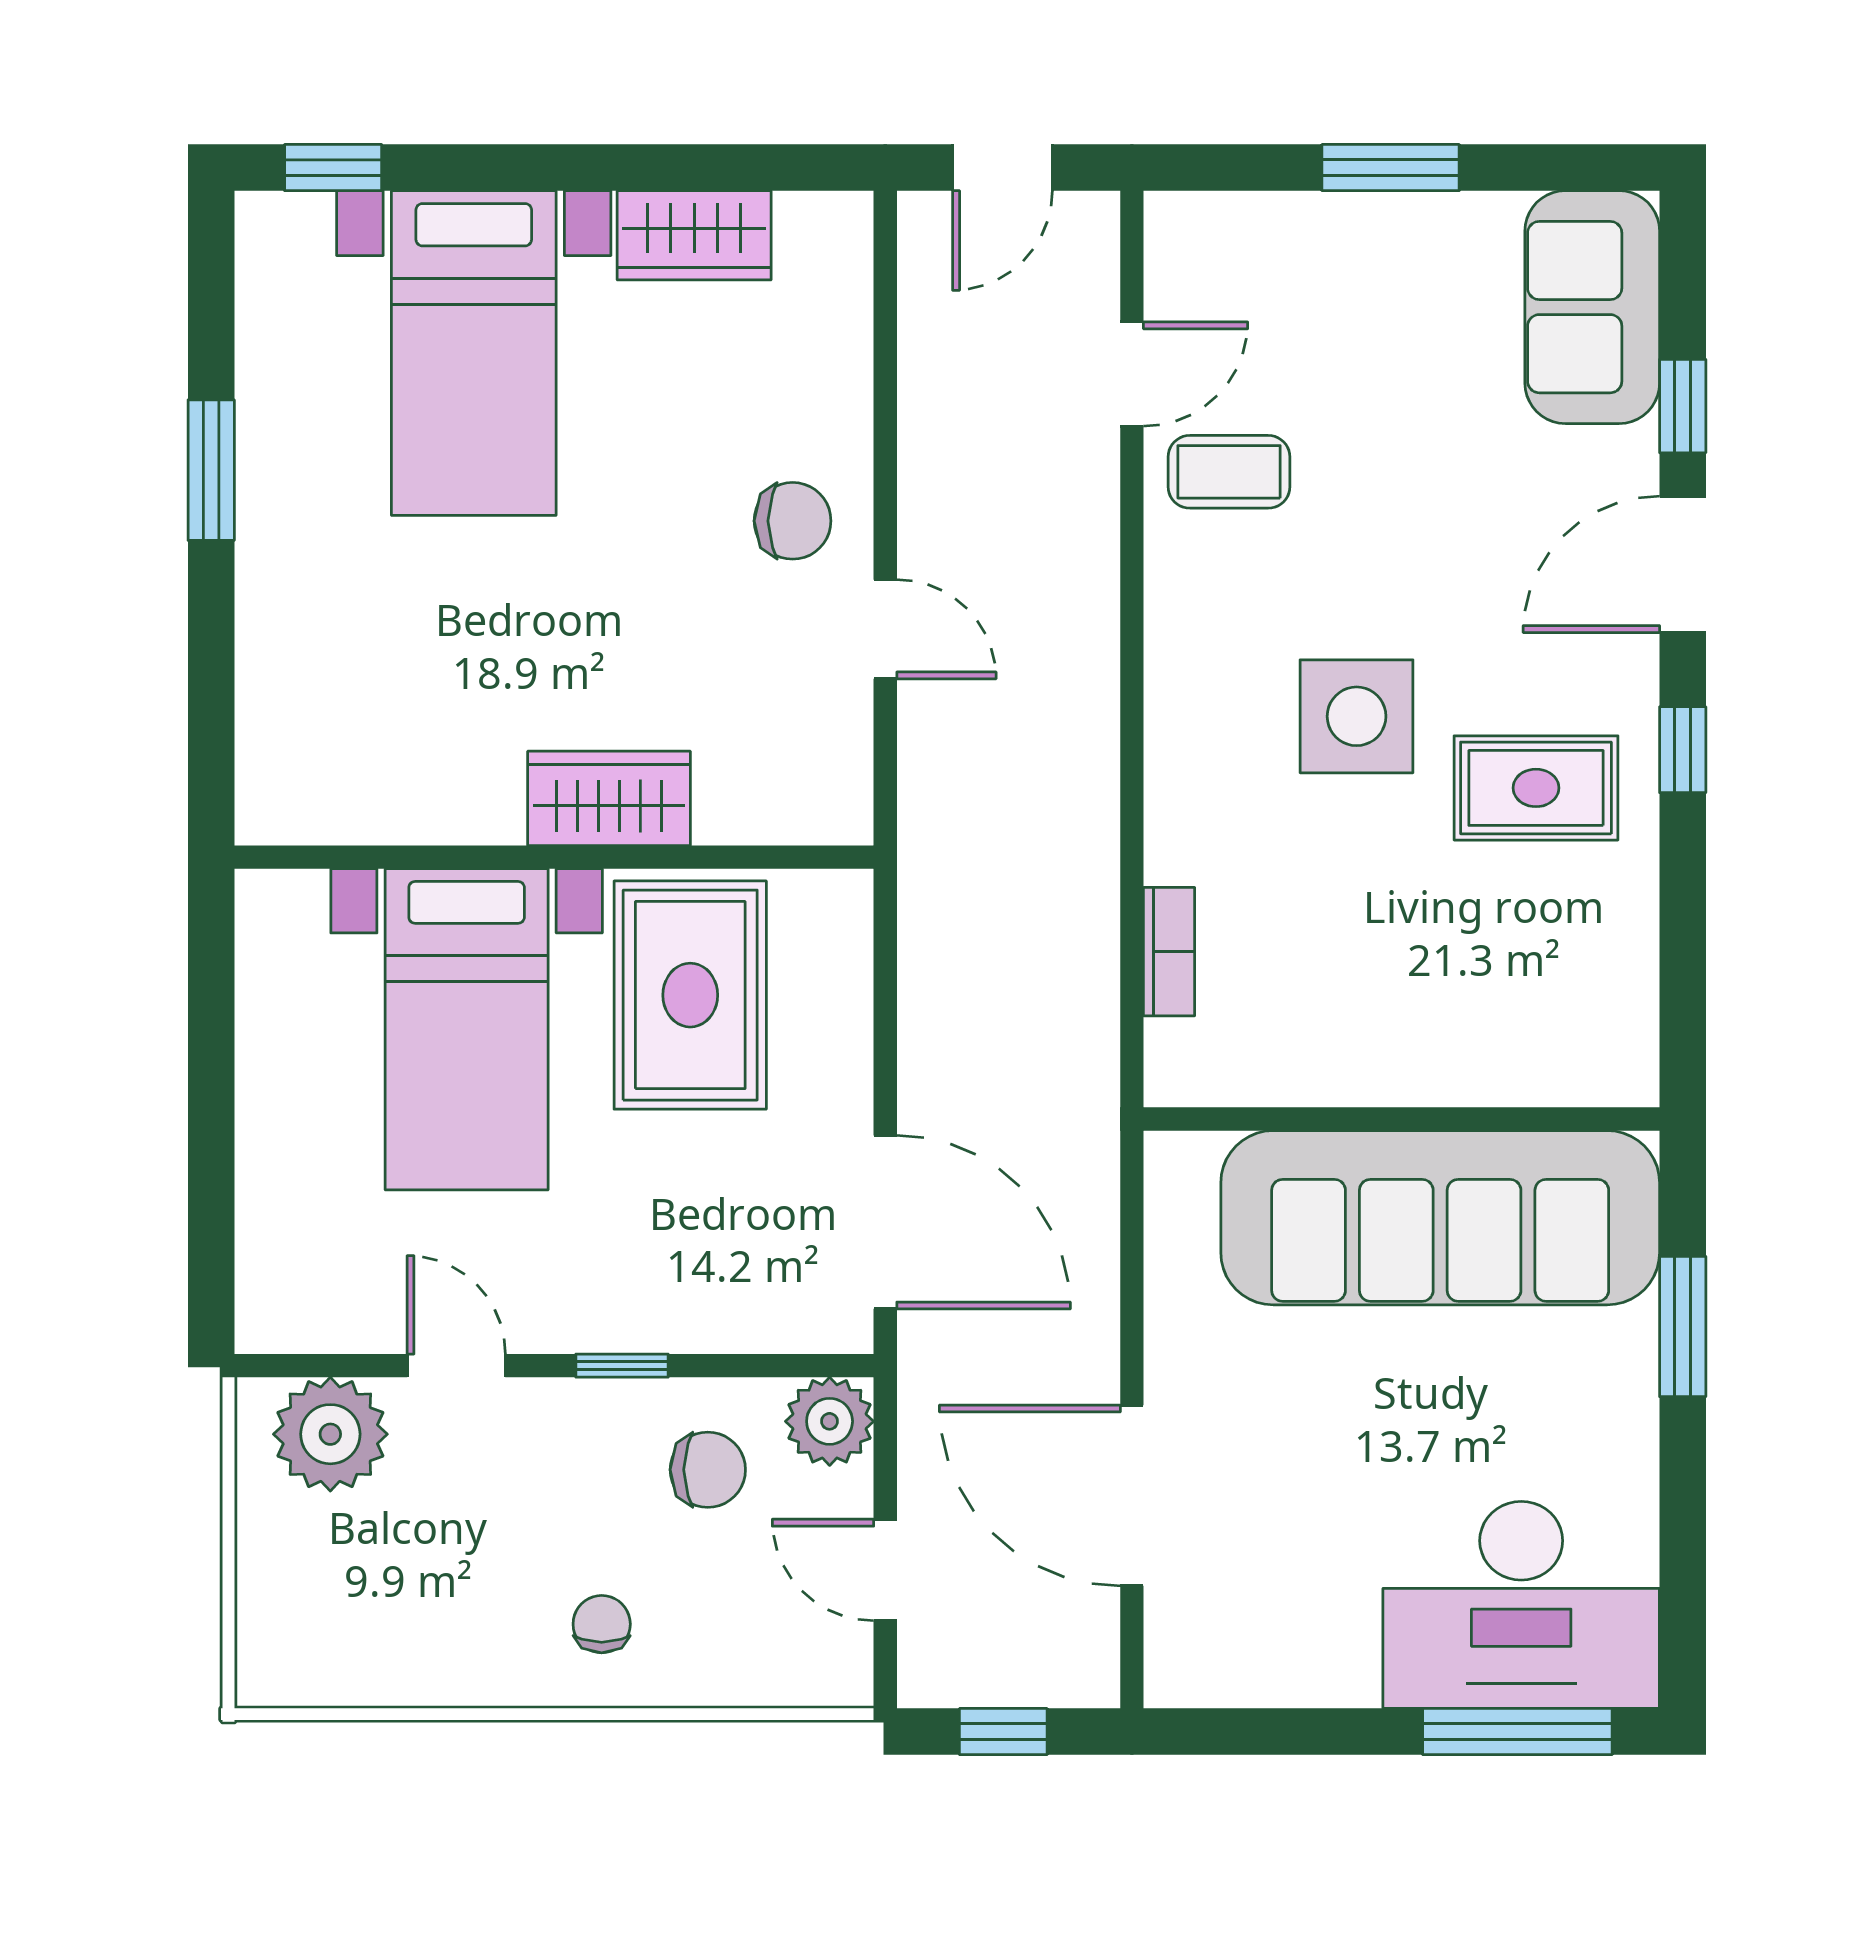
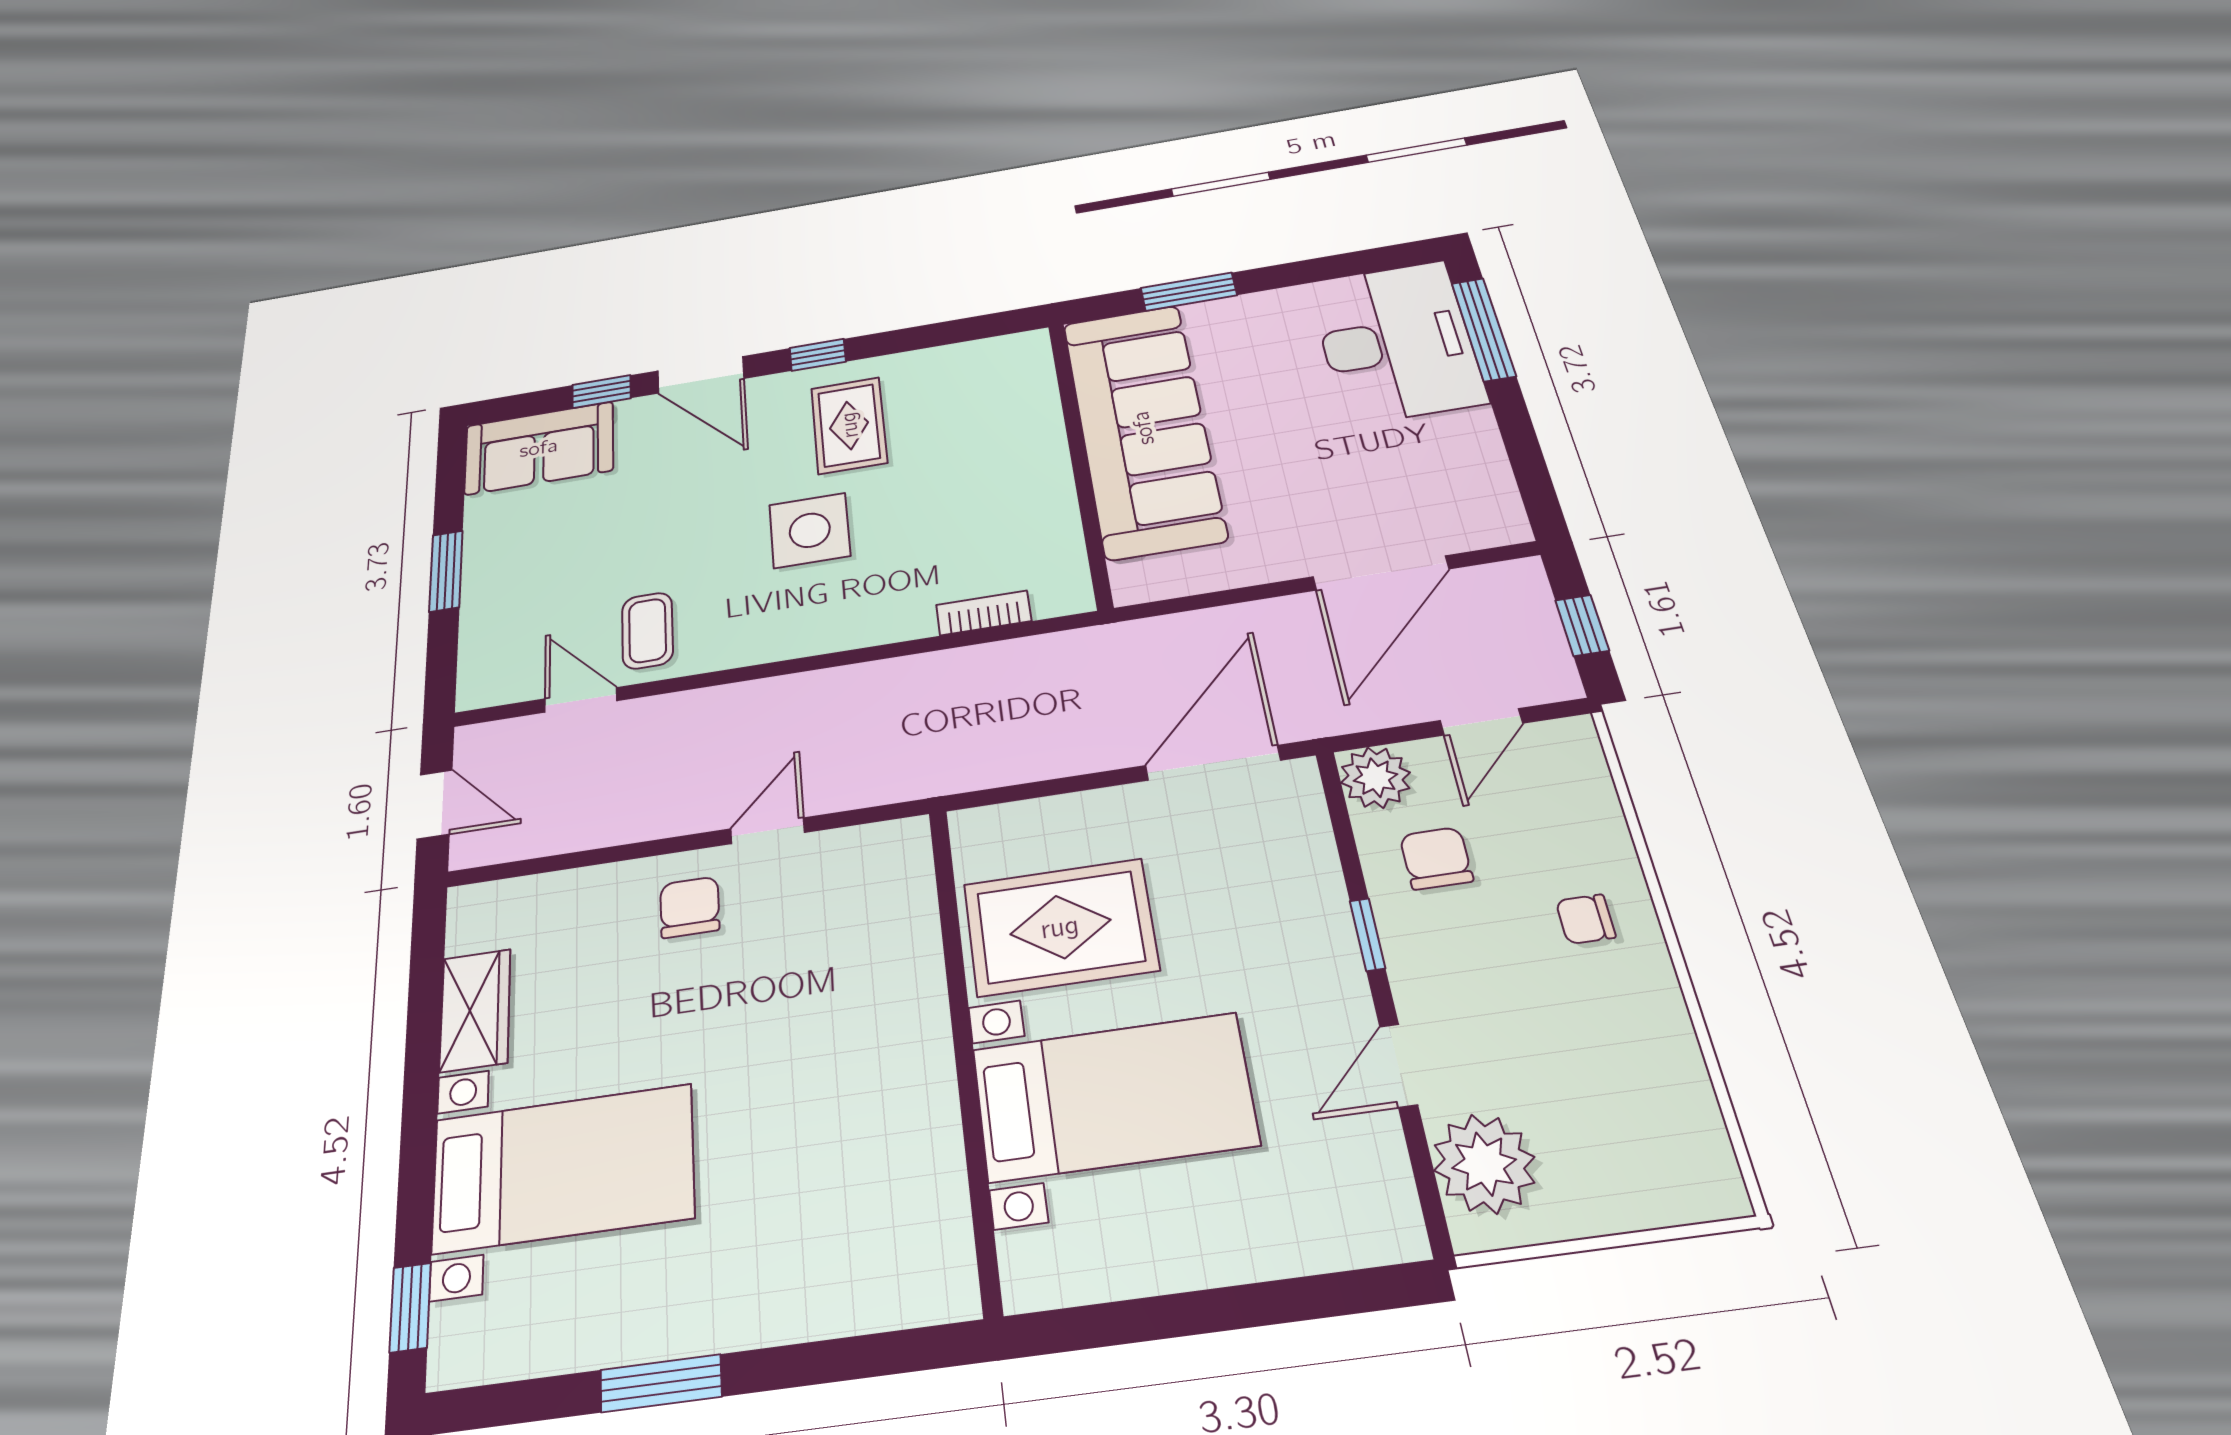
wardrobe: (609, 798) -> (912, 1011), removed

